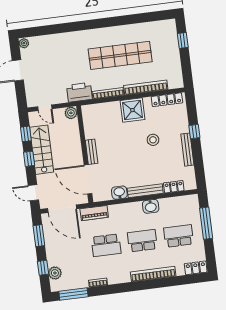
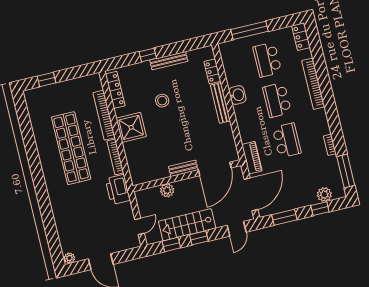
plant: (71, 113) -> (167, 190), moved
washbasin: (119, 193) -> (226, 132), removed

